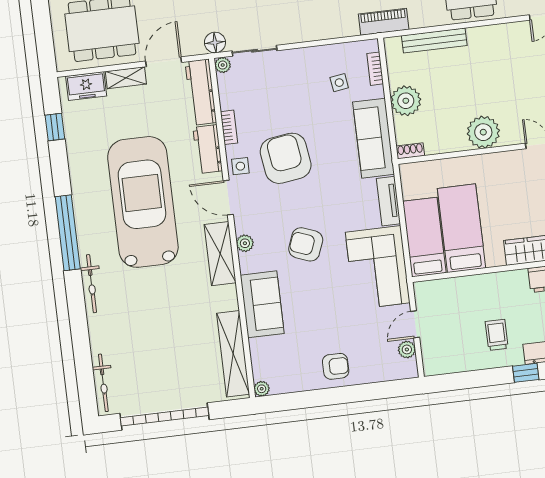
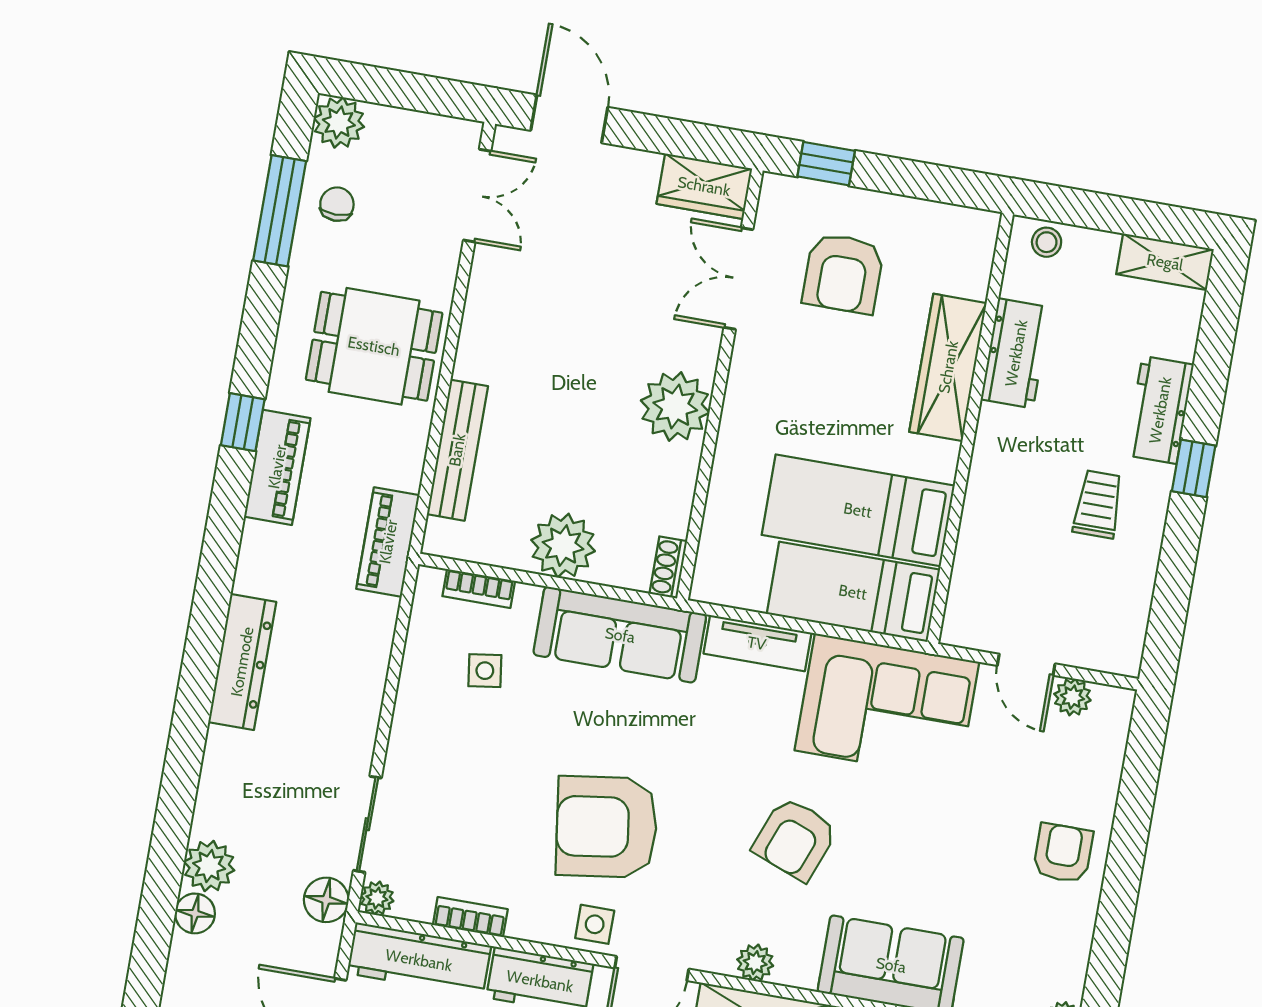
bookcase: (229, 127) -> (470, 917), moved
trolley: (497, 335) -> (1098, 504), turned 90

